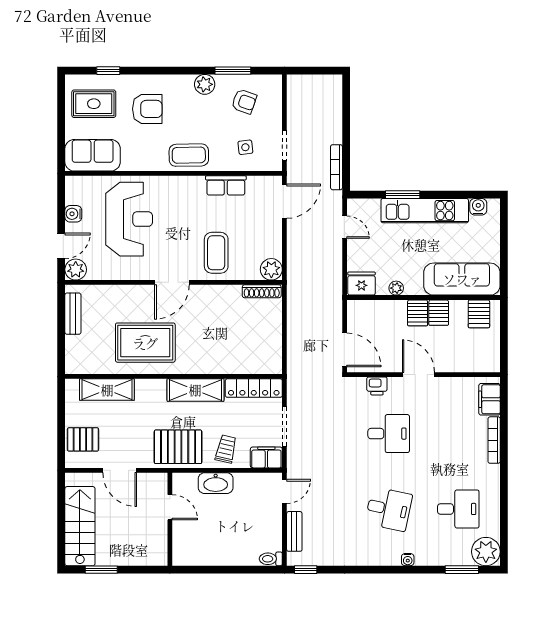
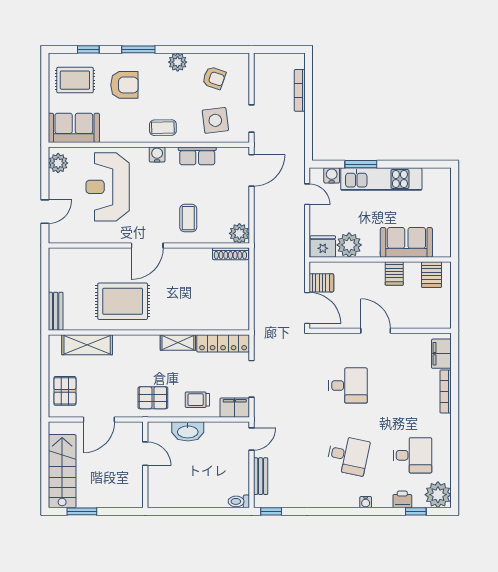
window: (233, 71) -> (138, 49), moved
side table: (245, 147) -> (215, 120), width x1.87, depth x1.87
coffee table: (189, 155) -> (163, 128), width x0.73, depth x0.77
bookcase: (336, 167) -> (300, 90), moved
water cooler: (478, 207) -> (332, 175), moved
water cooler: (73, 214) -> (157, 154), moved, turned 90
reception desk: (129, 219) -> (108, 187), turned 180
coffee table: (216, 253) -> (188, 218), width x0.73, depth x0.77
plant: (76, 270) -> (58, 163), moved
sofa: (462, 279) -> (406, 242), width x0.73
plant: (396, 288) -> (349, 245), width x1.87, depth x1.87
server rack: (418, 313) -> (321, 283), moved, turned -90
bench: (73, 314) -> (56, 311), moved
printer: (377, 386) -> (402, 499), moved, turned 180
shelving: (195, 390) -> (178, 343), width x0.67, depth x0.75
pallet: (83, 439) -> (65, 391), turned 90
pallet: (178, 447) -> (153, 398), width x0.67, depth x0.71
trolley: (226, 449) -> (197, 400), turned -103
door: (120, 470) -> (99, 420), hinge flipped
window: (462, 570) -> (416, 511), width x0.67

